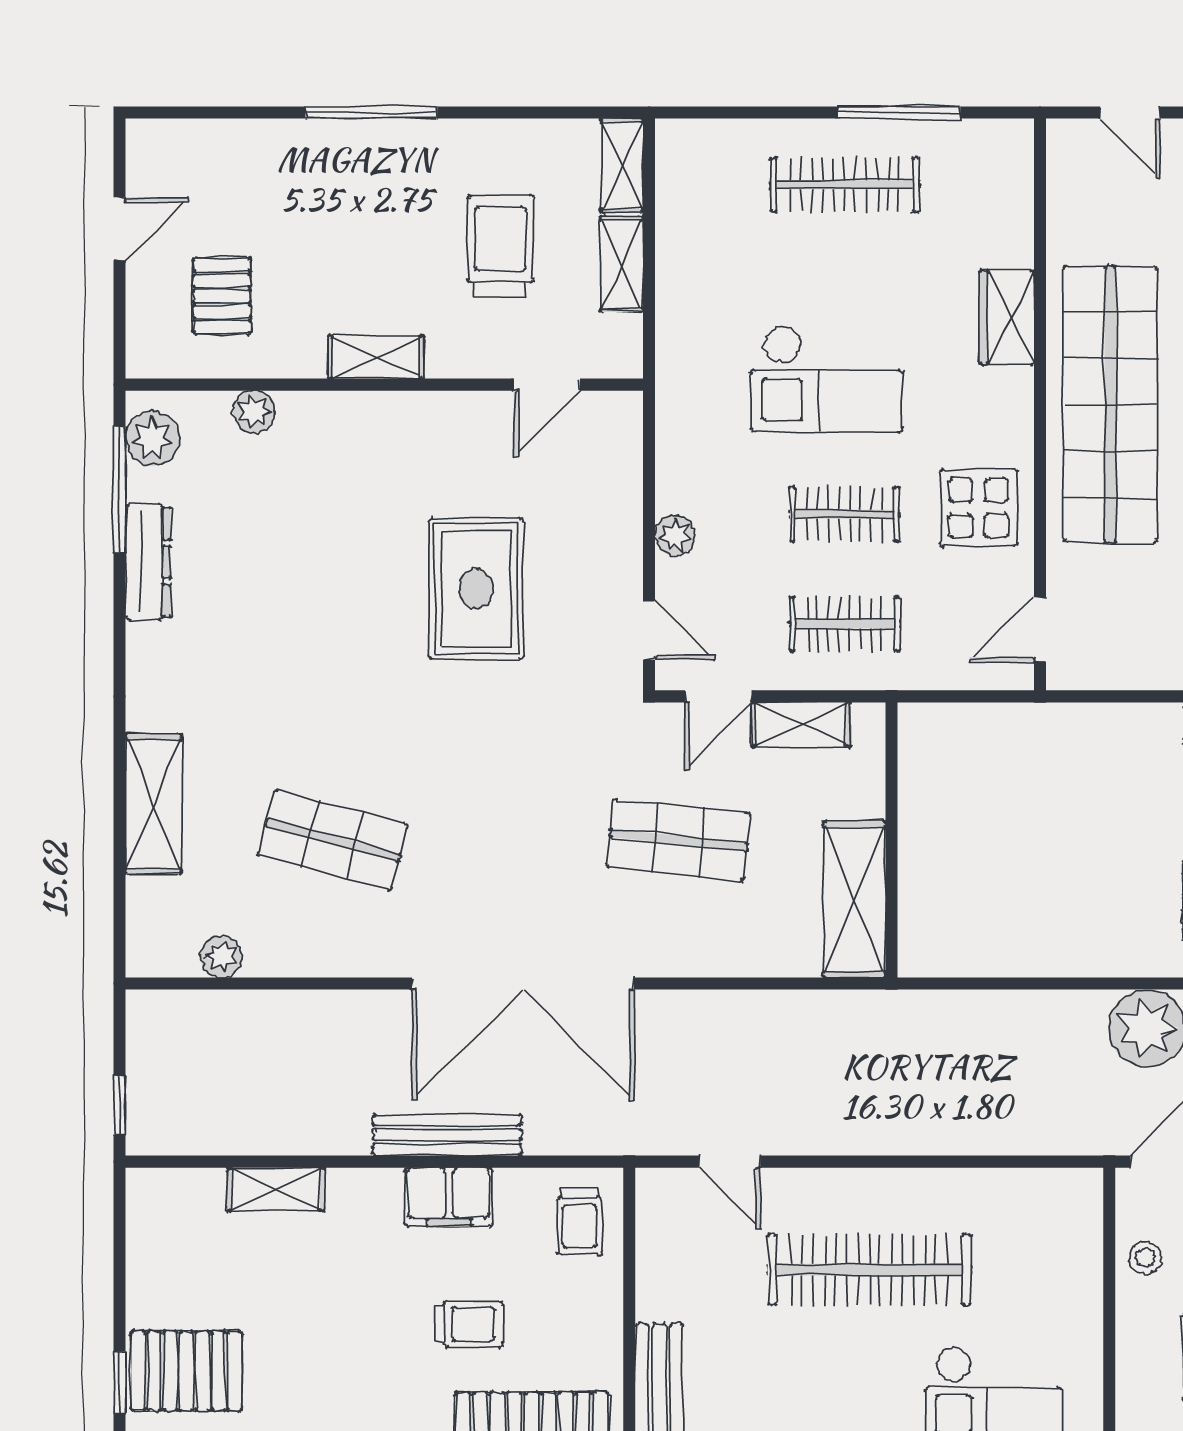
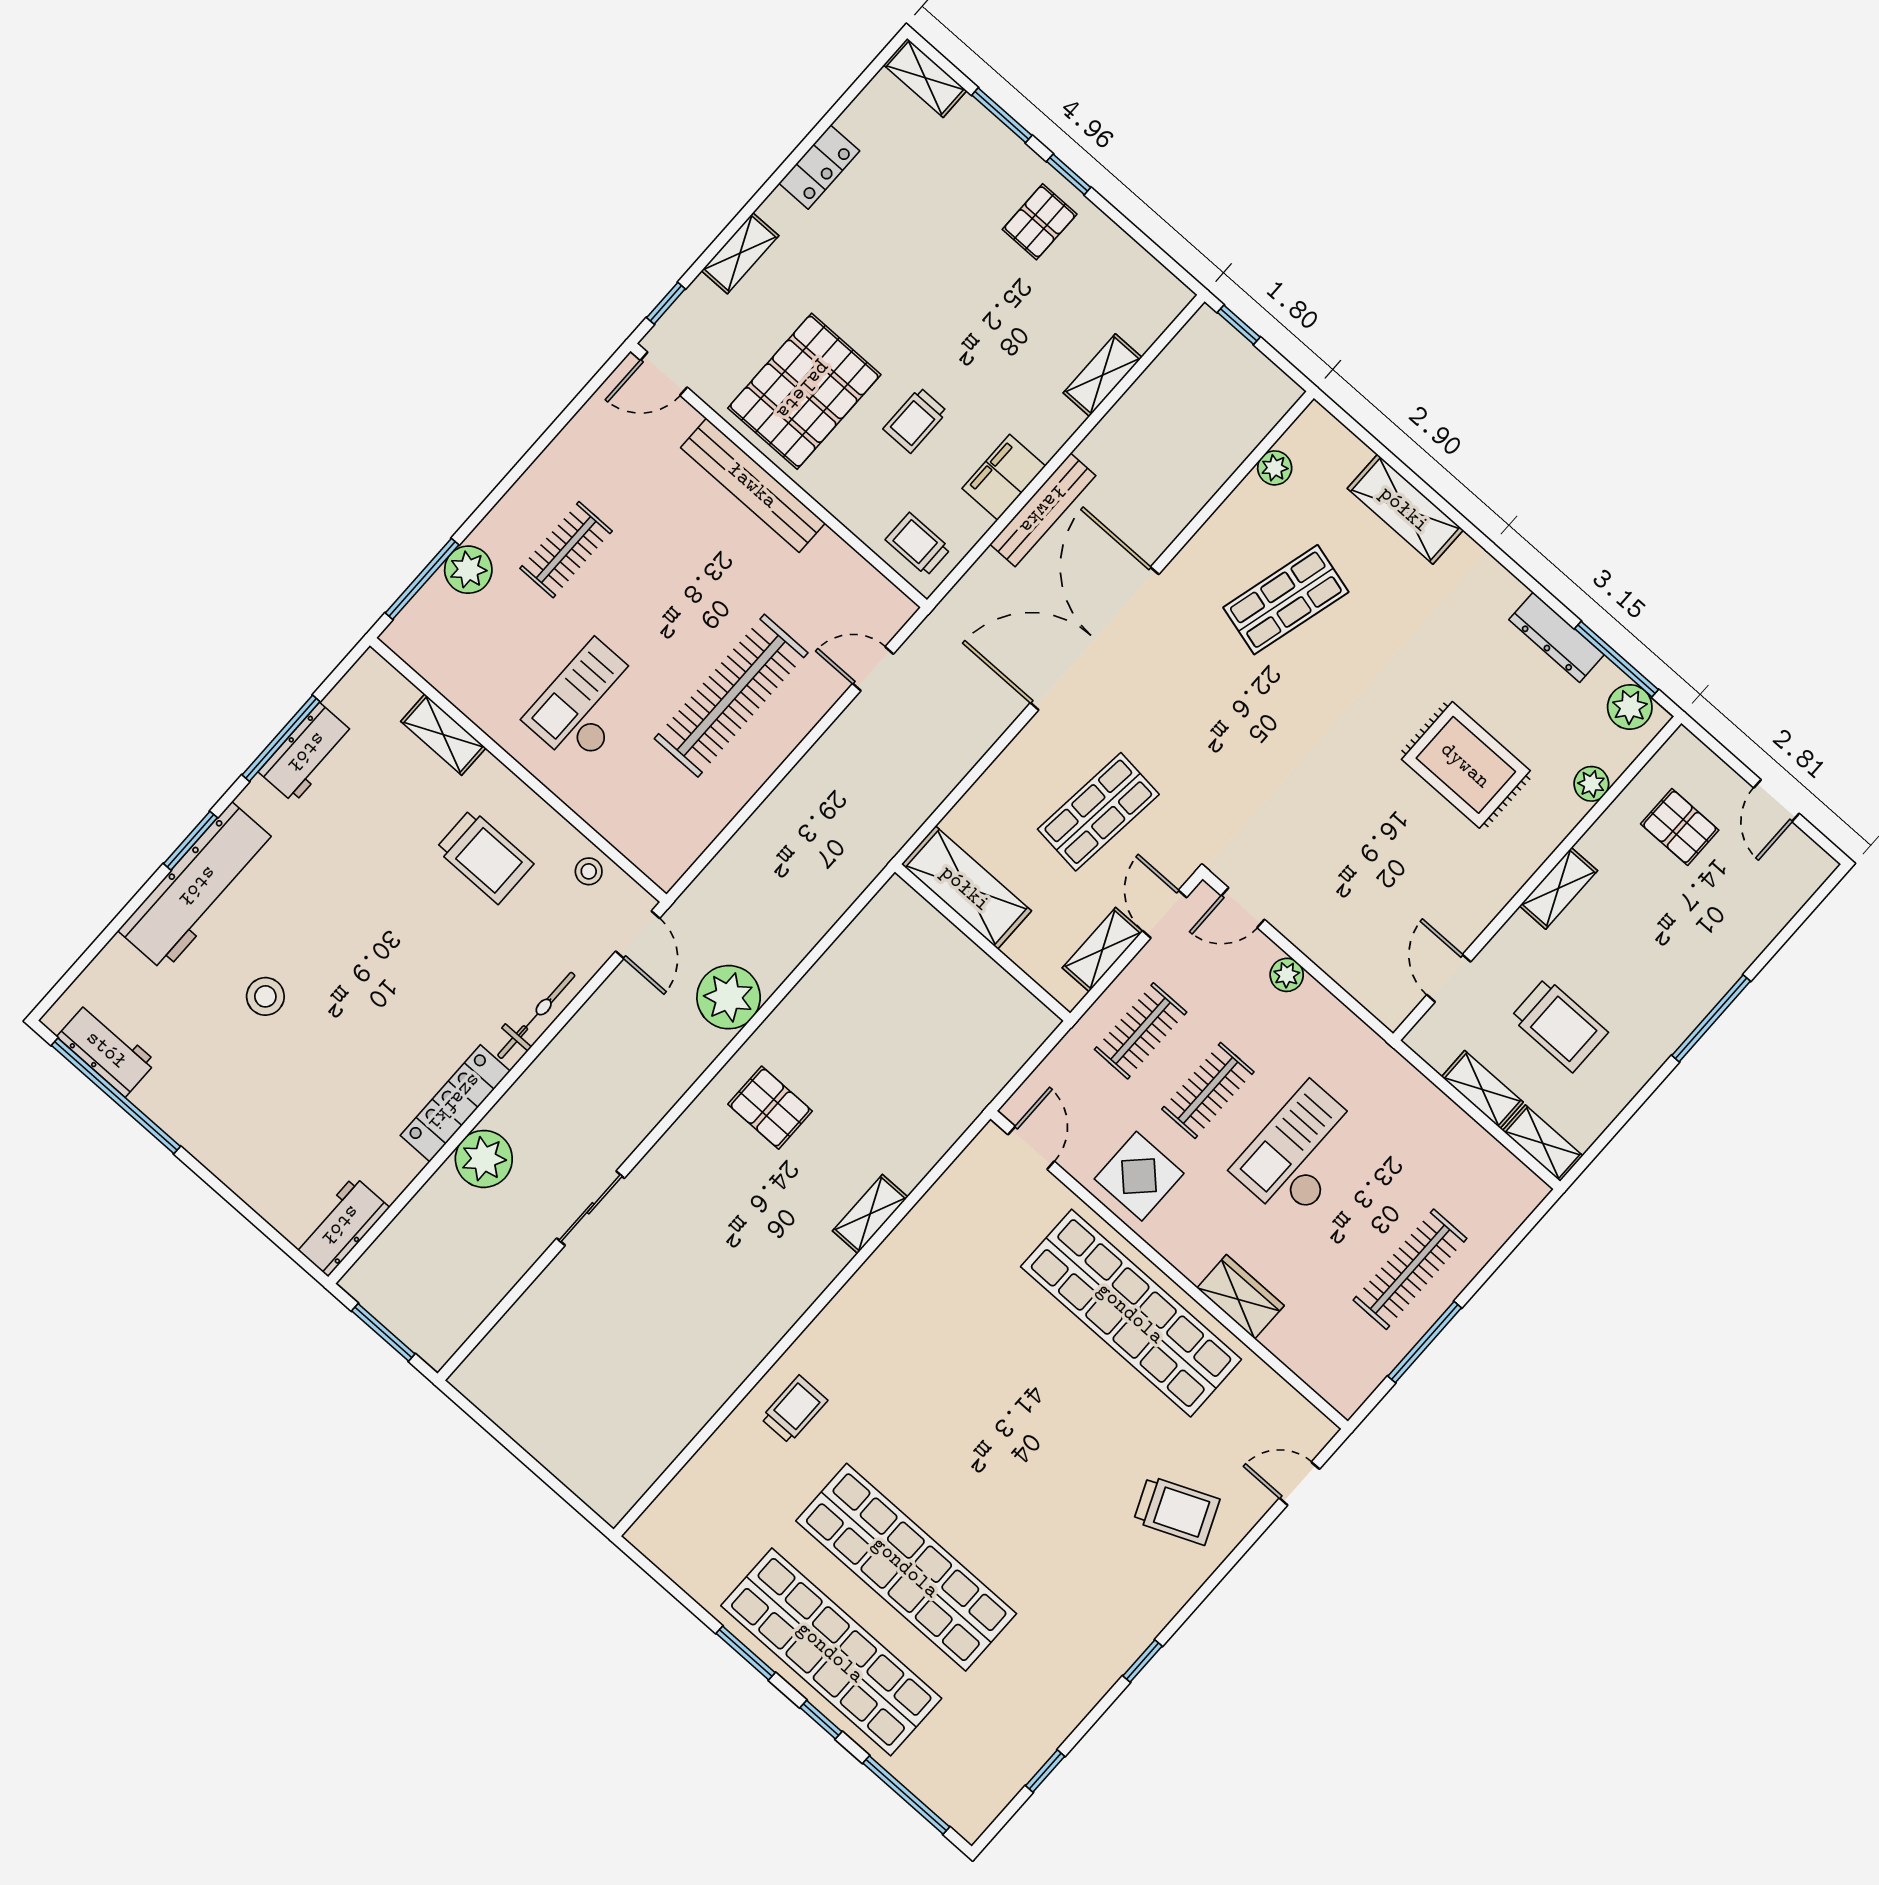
rug: (476, 589) -> (1466, 765), moved
pallet: (186, 1371) -> (1040, 222), width x0.67, depth x0.71

